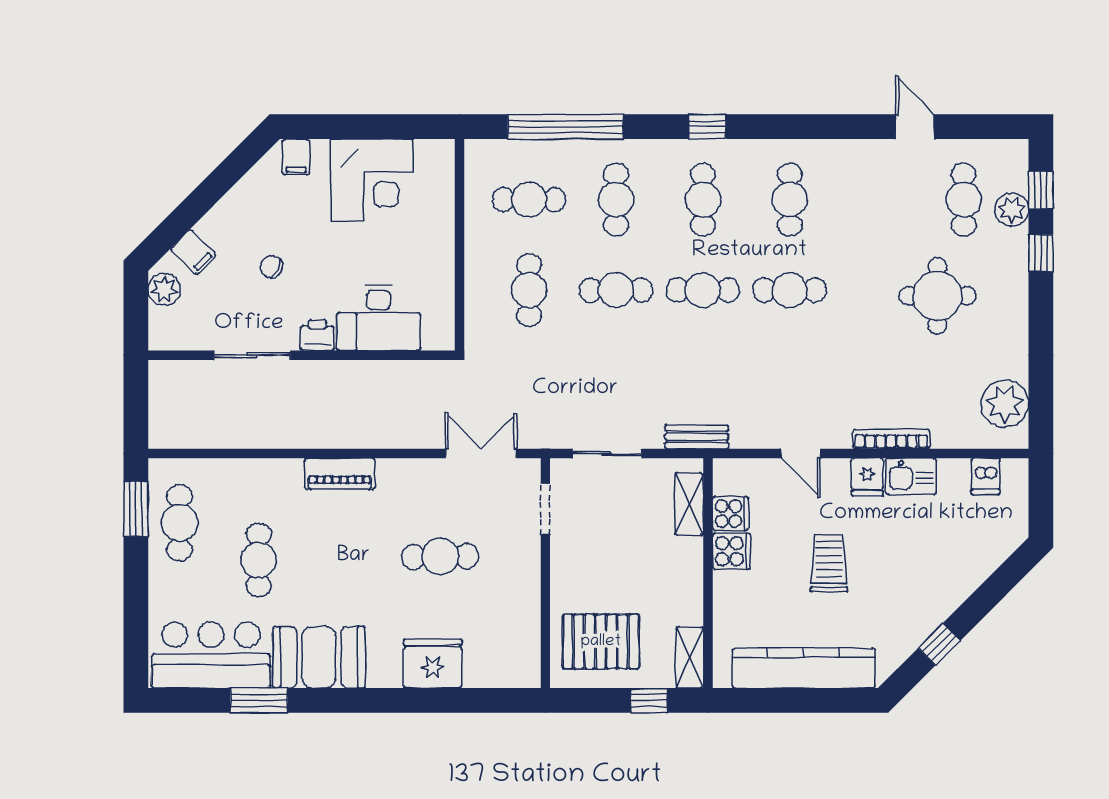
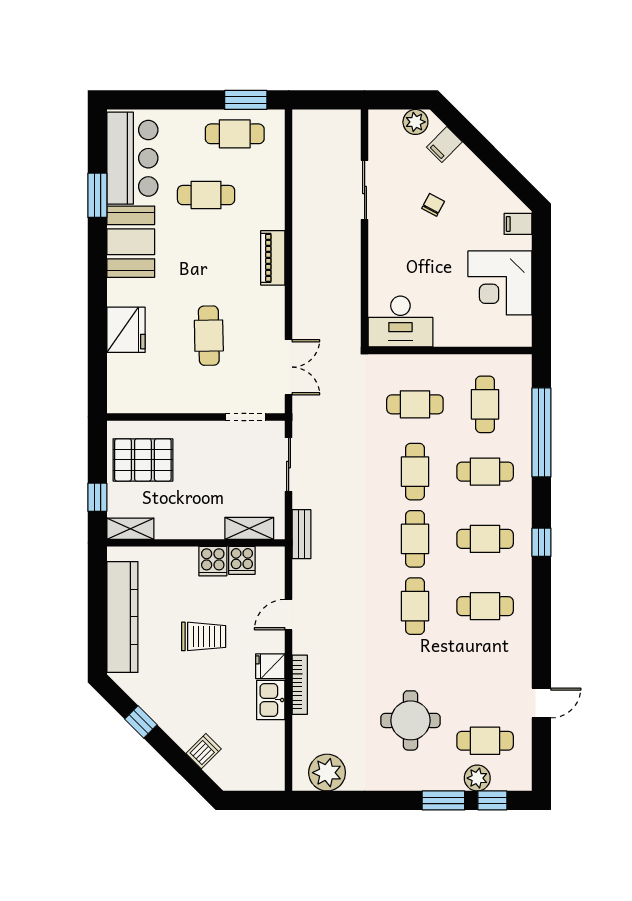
window: (1041, 253) -> (443, 800), width x1.50
desk: (379, 318) -> (400, 321), moved, turned -90
printer: (317, 335) -> (380, 240), removed
dishwasher: (986, 476) -> (204, 751), moved, turned 135
pallet: (601, 642) -> (143, 460), turned 90

